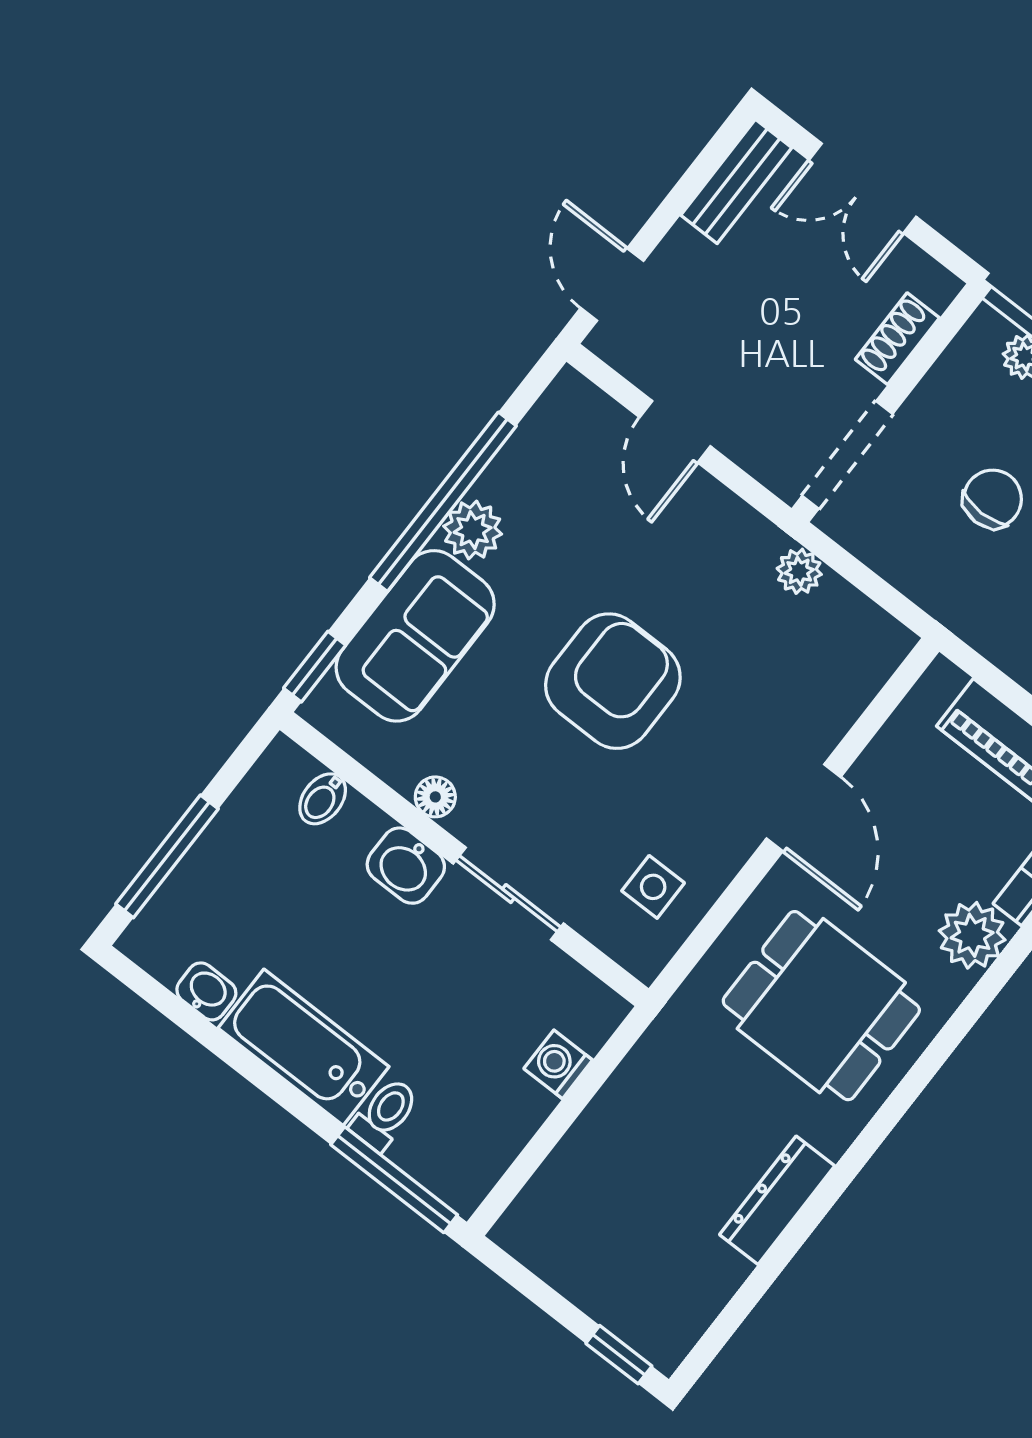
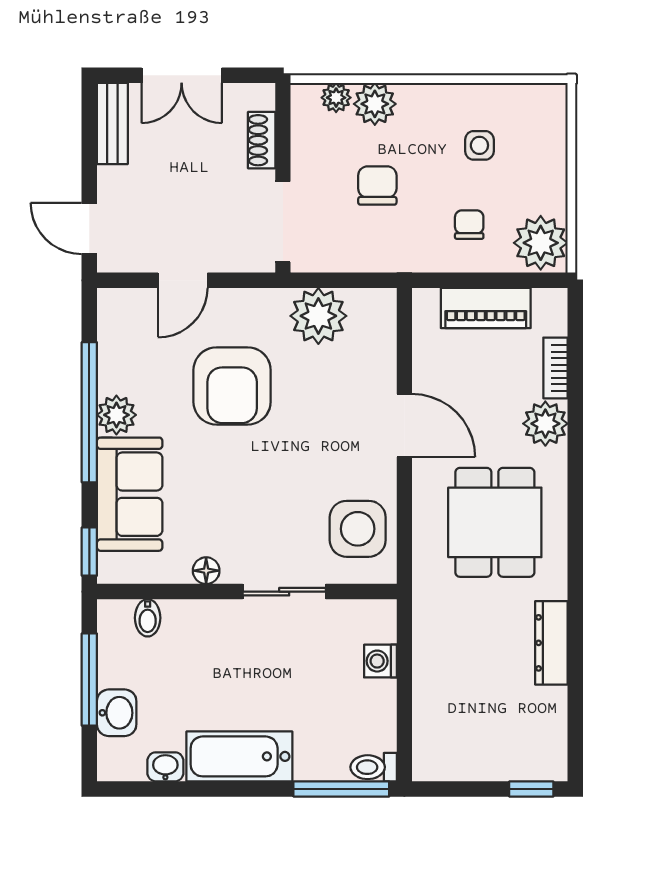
door: (675, 432) -> (183, 280), hinge flipped
plant: (799, 571) -> (318, 316), width x1.87, depth x1.87
armchair: (613, 681) -> (232, 386), moved, turned 180
window: (167, 856) -> (89, 680), moved
washbasin: (406, 866) -> (117, 713), moved, turned -90
side table: (653, 887) -> (358, 529), width x1.87, depth x1.87
dining table: (821, 1006) -> (495, 522), turned 90
toilet: (385, 1114) -> (374, 767), moved, turned -90

